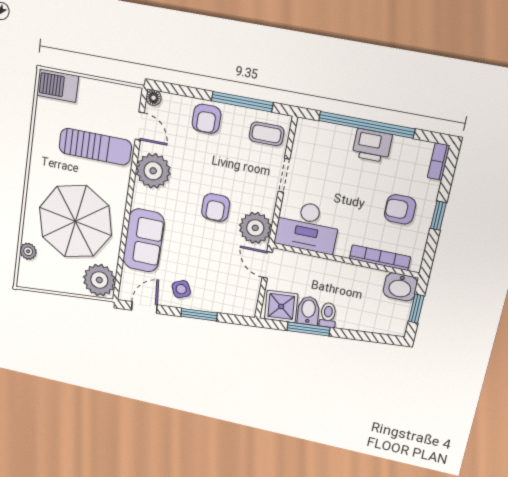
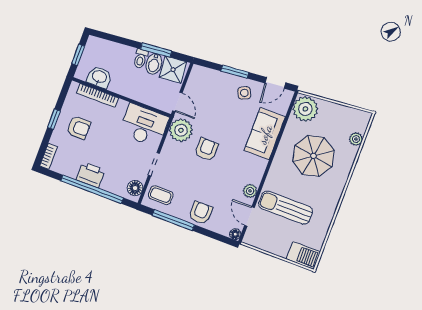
floor lamp: (305, 137) -> (135, 188), added
plant: (153, 171) -> (250, 191), width x0.53, depth x0.53
parasol: (75, 221) -> (313, 156), width x0.73, depth x0.73
washbasin: (400, 287) -> (99, 77), moved

